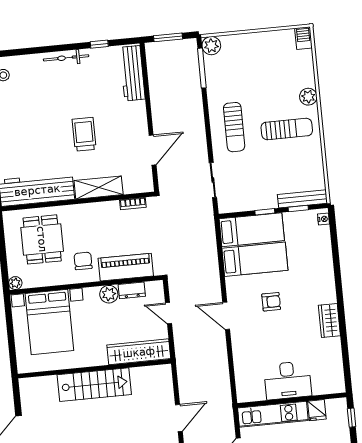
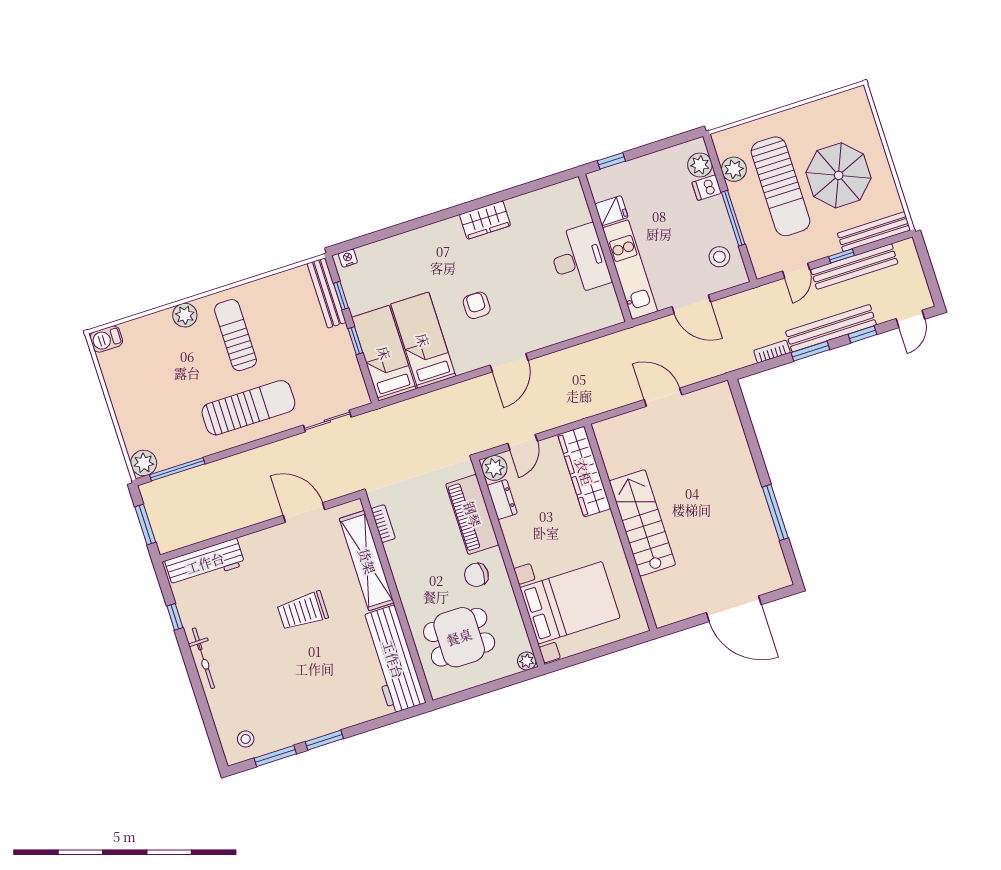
sun lounger: (234, 127) -> (248, 408), width x1.36, depth x1.34
shelving: (99, 188) -> (367, 561), width x1.47
plant: (109, 294) -> (494, 468), moved

